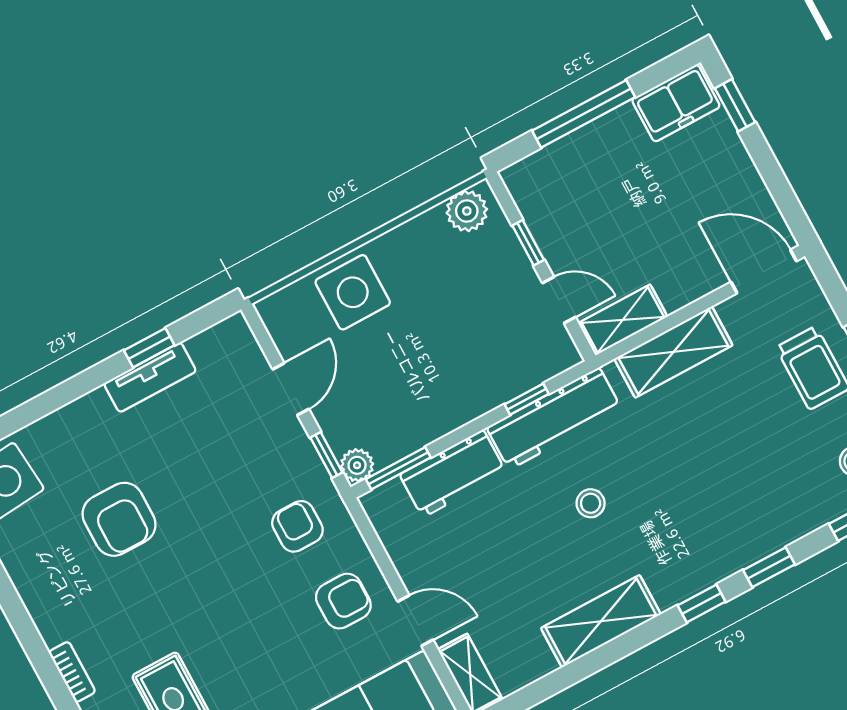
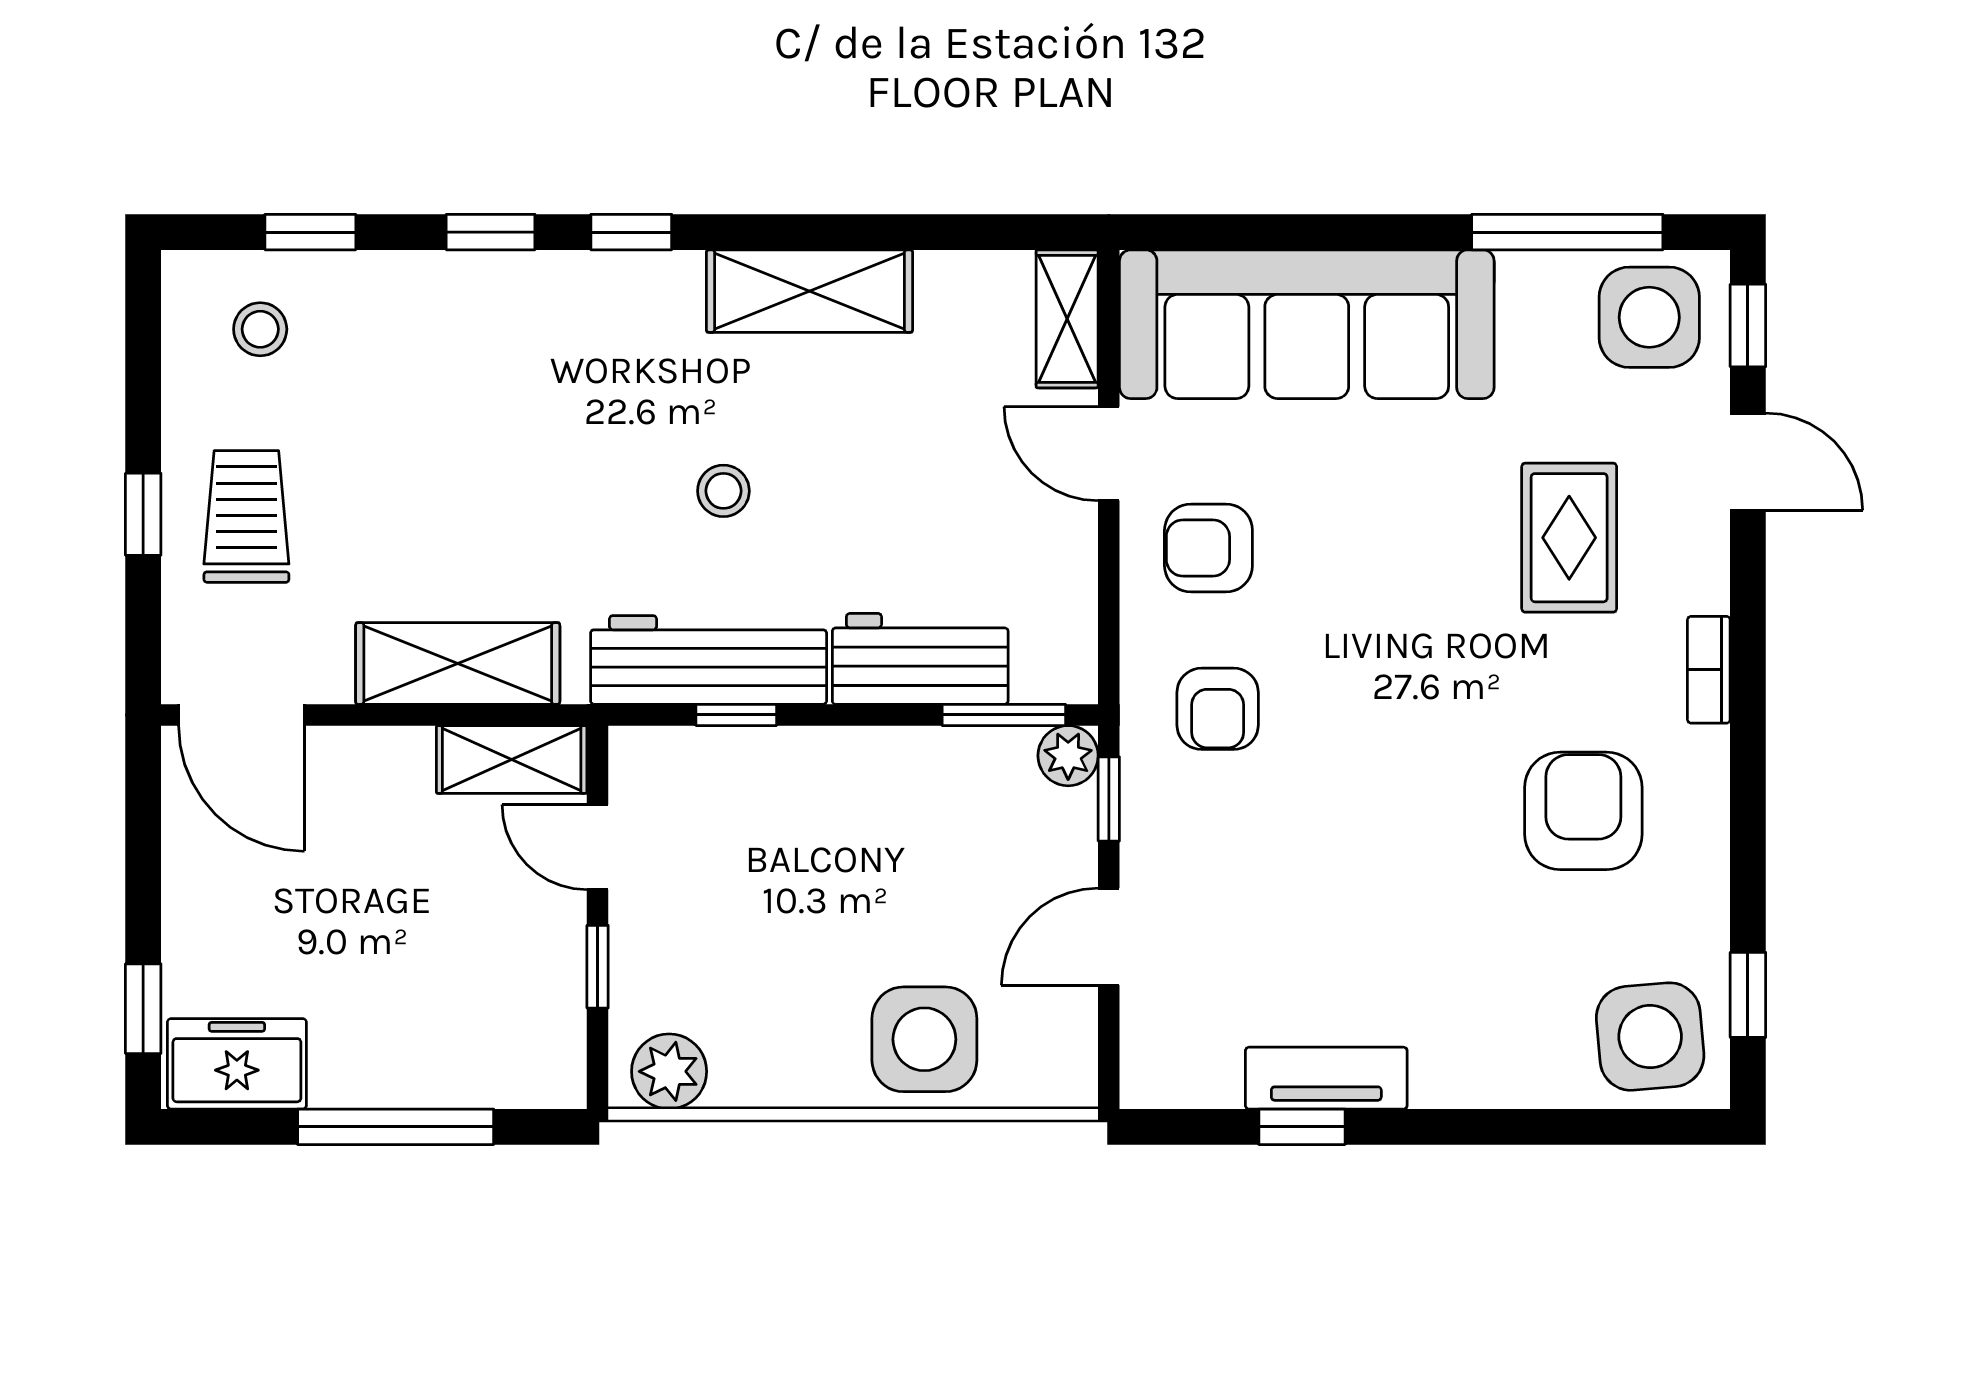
armchair: (119, 519) -> (1583, 811), moved

